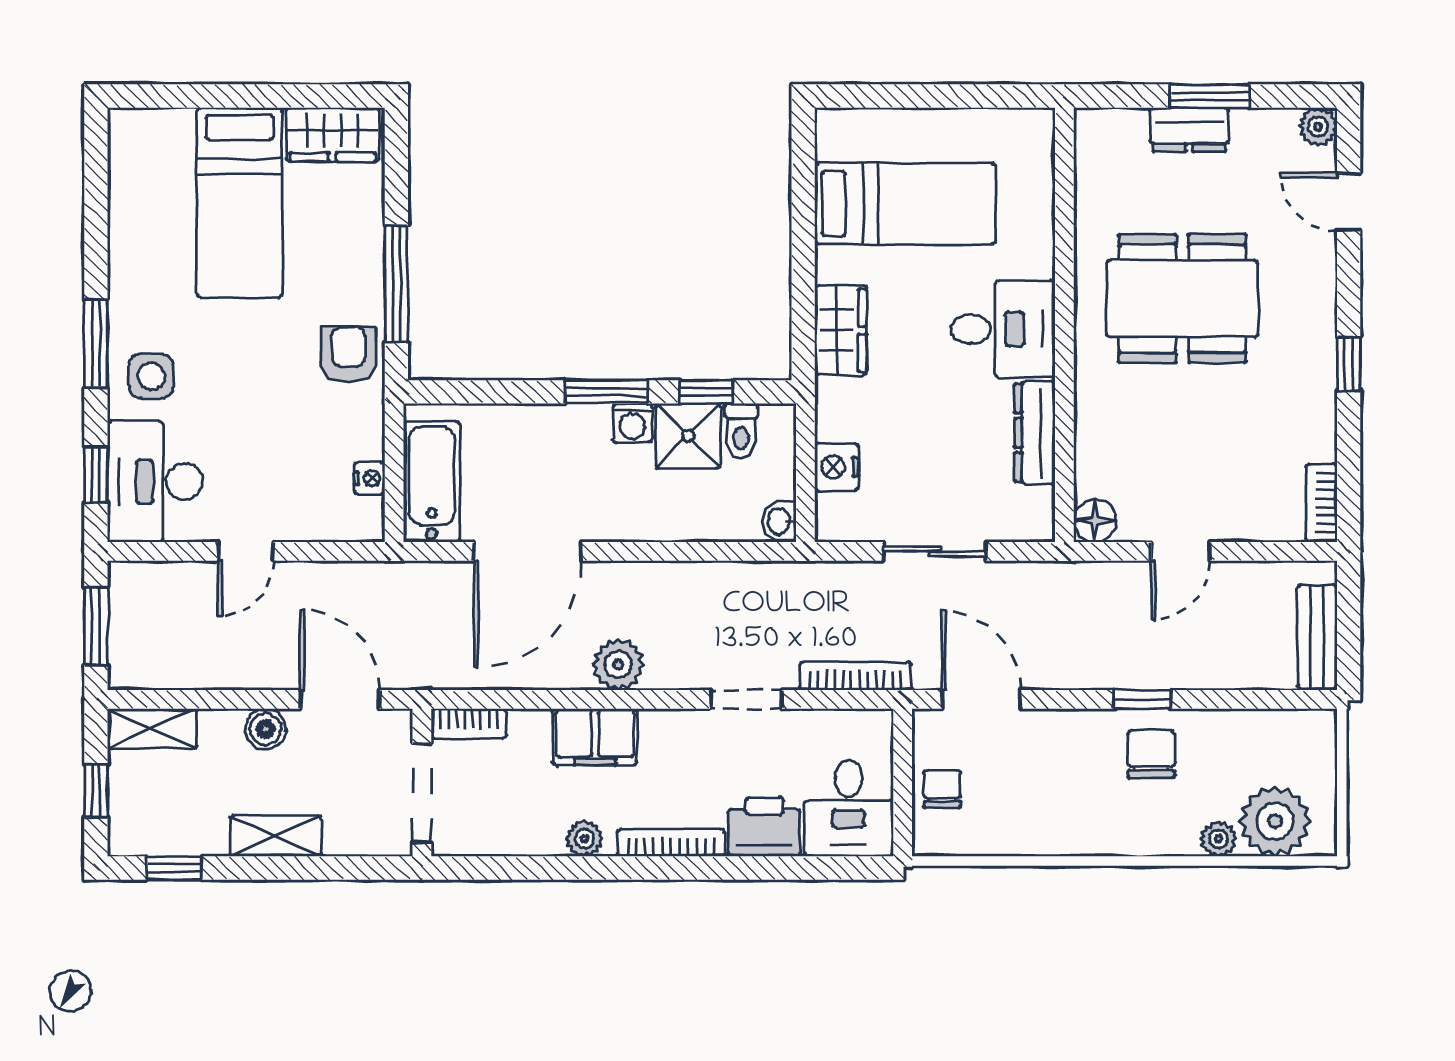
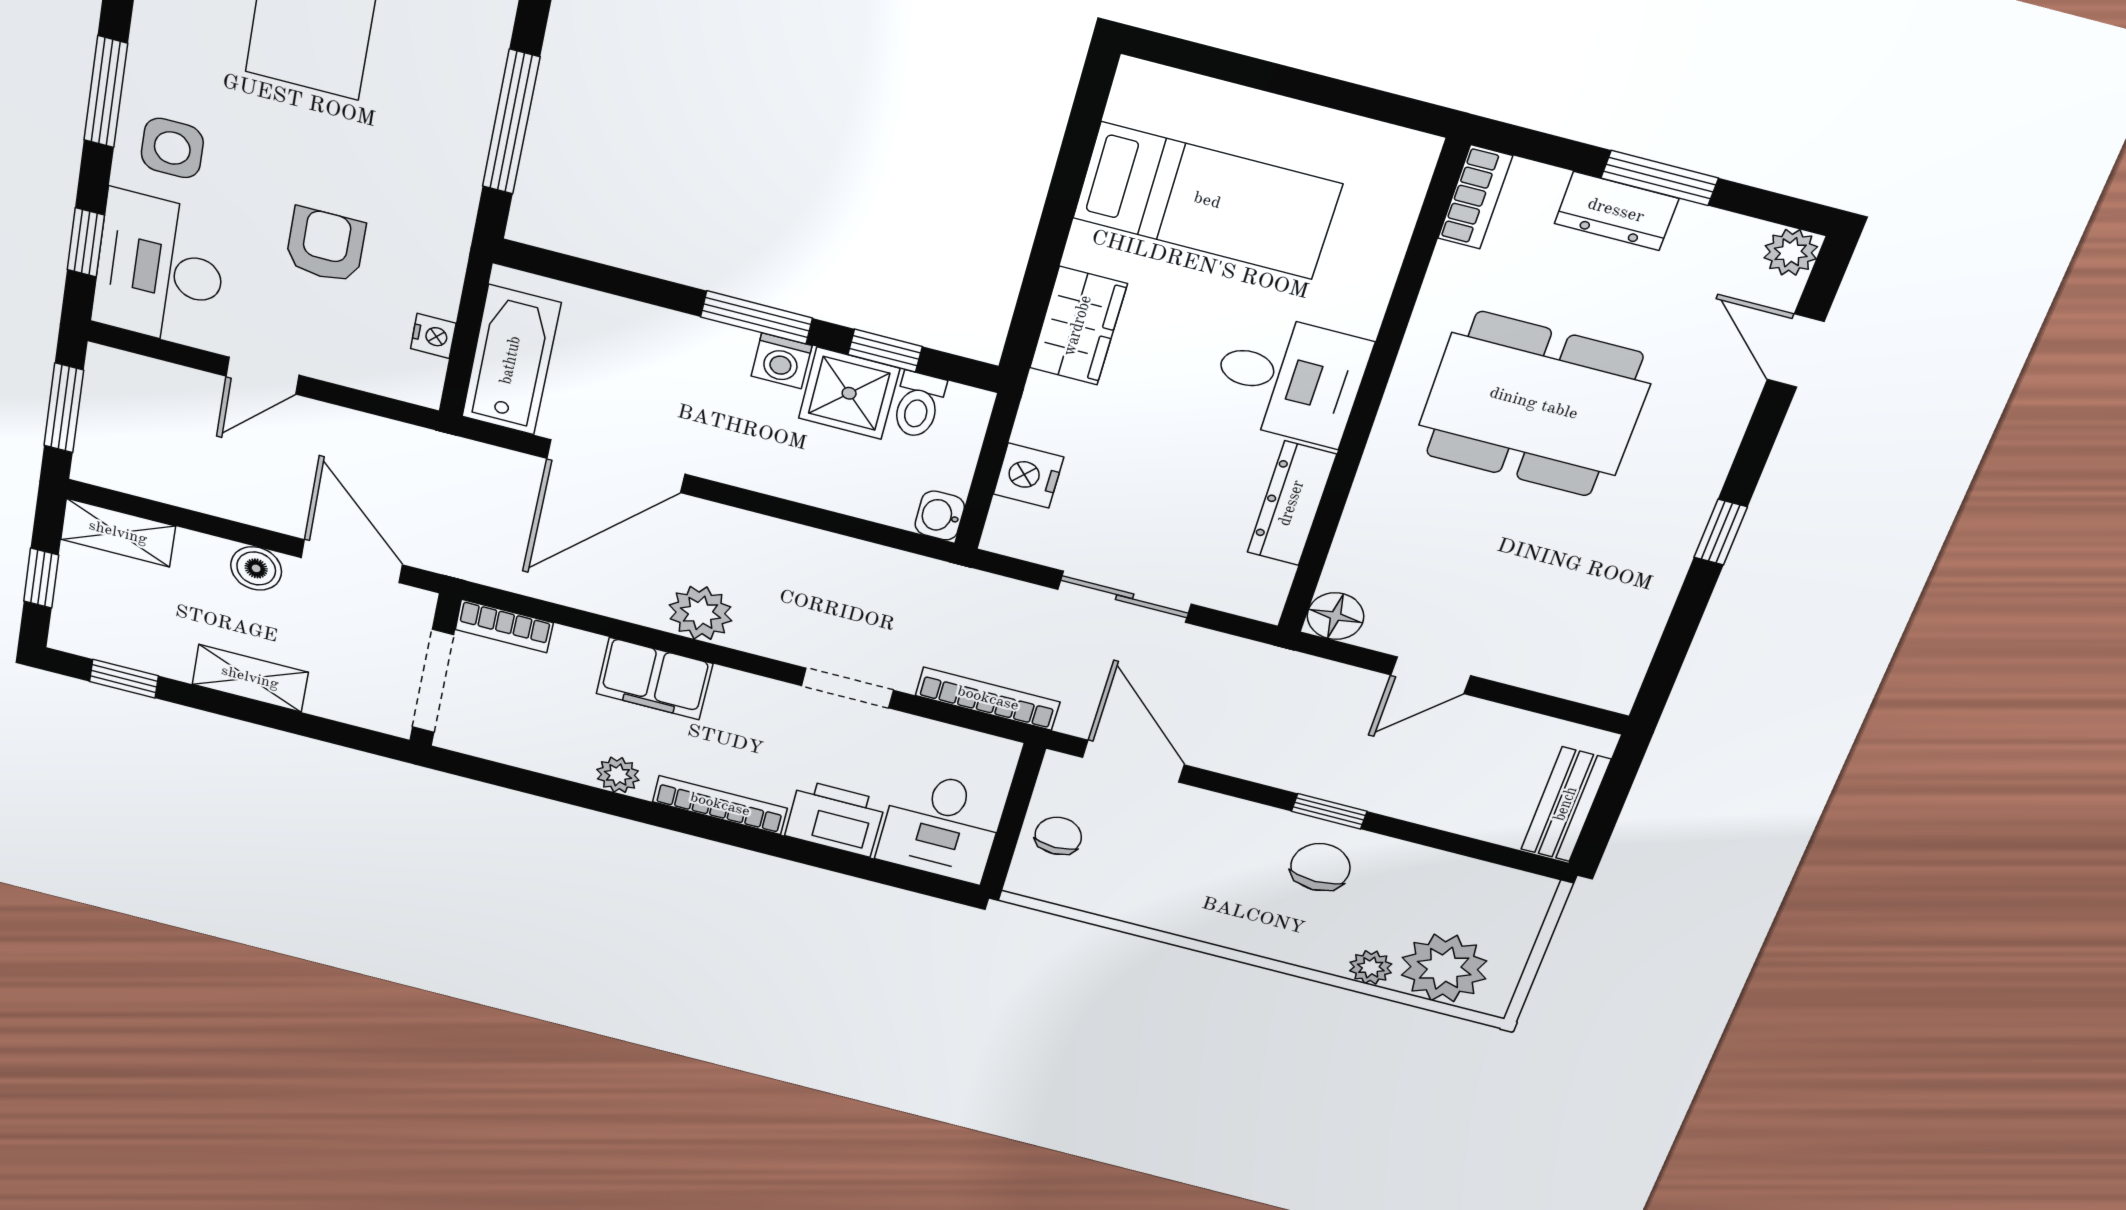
armchair: (348, 354) -> (326, 245), moved
bookcase: (1321, 503) -> (1475, 197), moved, turned 180

